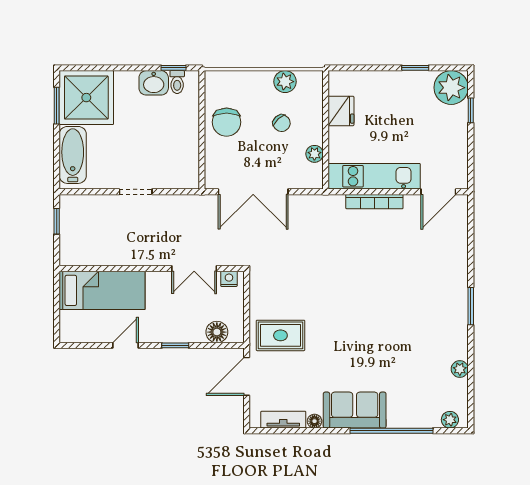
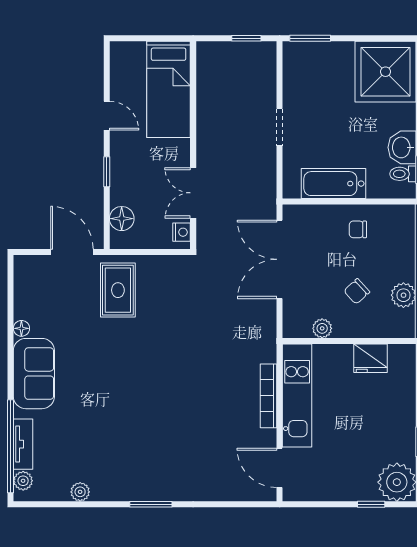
window: (57, 106) -> (310, 38), moved
chair: (227, 122) -> (358, 229), width x0.54, depth x0.54
bathtub: (73, 155) -> (333, 184), moved, turned 180
tv unit: (283, 420) -> (23, 444), moved
window: (392, 431) -> (11, 446), moved

